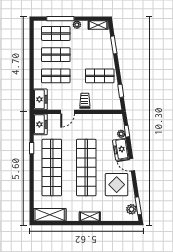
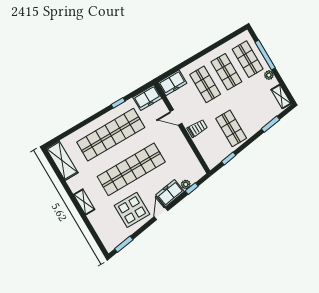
plant: (131, 209) -> (116, 239), removed

